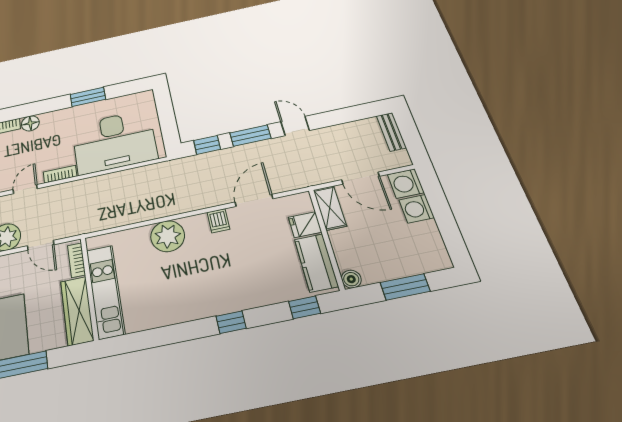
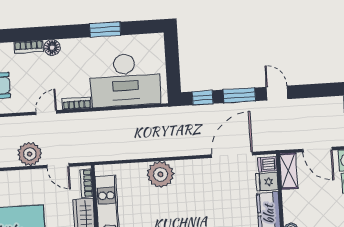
door: (254, 200) -> (232, 155), width x1.36
dishwasher: (218, 221) -> (267, 164), moved, turned 90

